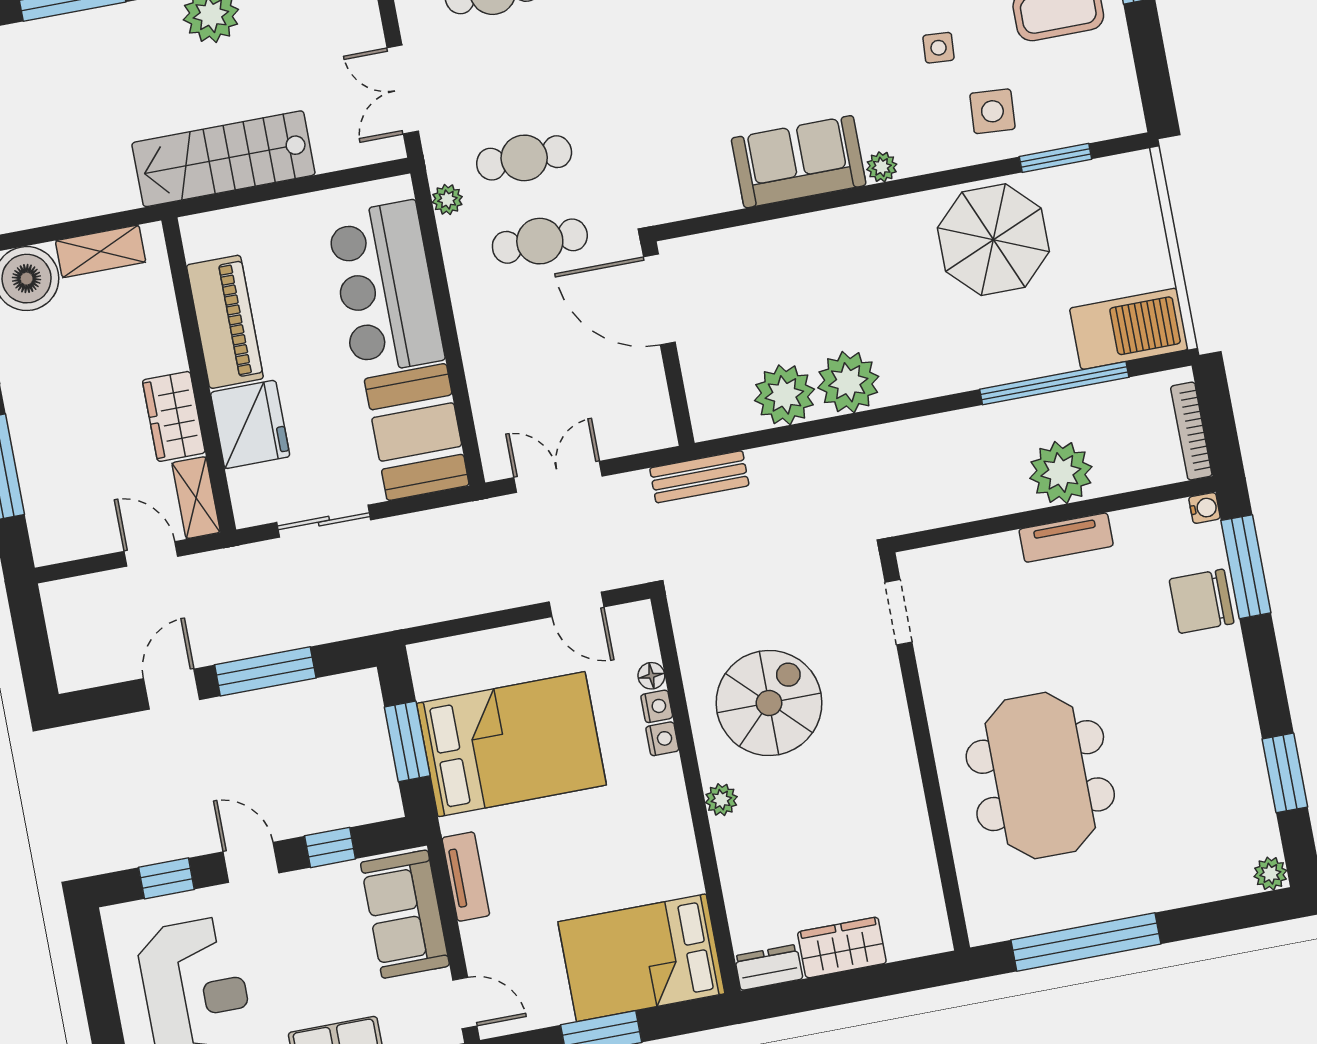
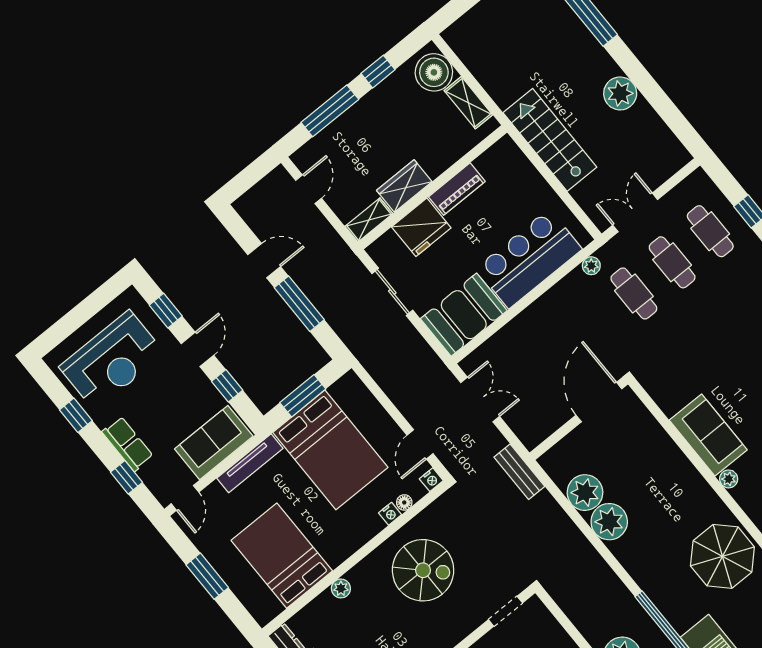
cafe table: (540, 241) -> (672, 262), moved
piano: (225, 322) -> (457, 189), width x0.73, depth x0.75
door: (151, 554) -> (309, 189), moved
nightstand: (662, 739) -> (431, 480), moved
plant: (721, 800) -> (341, 588), moved
tv unit: (466, 877) -> (250, 463), width x1.41
bed: (641, 958) -> (282, 556), moved

